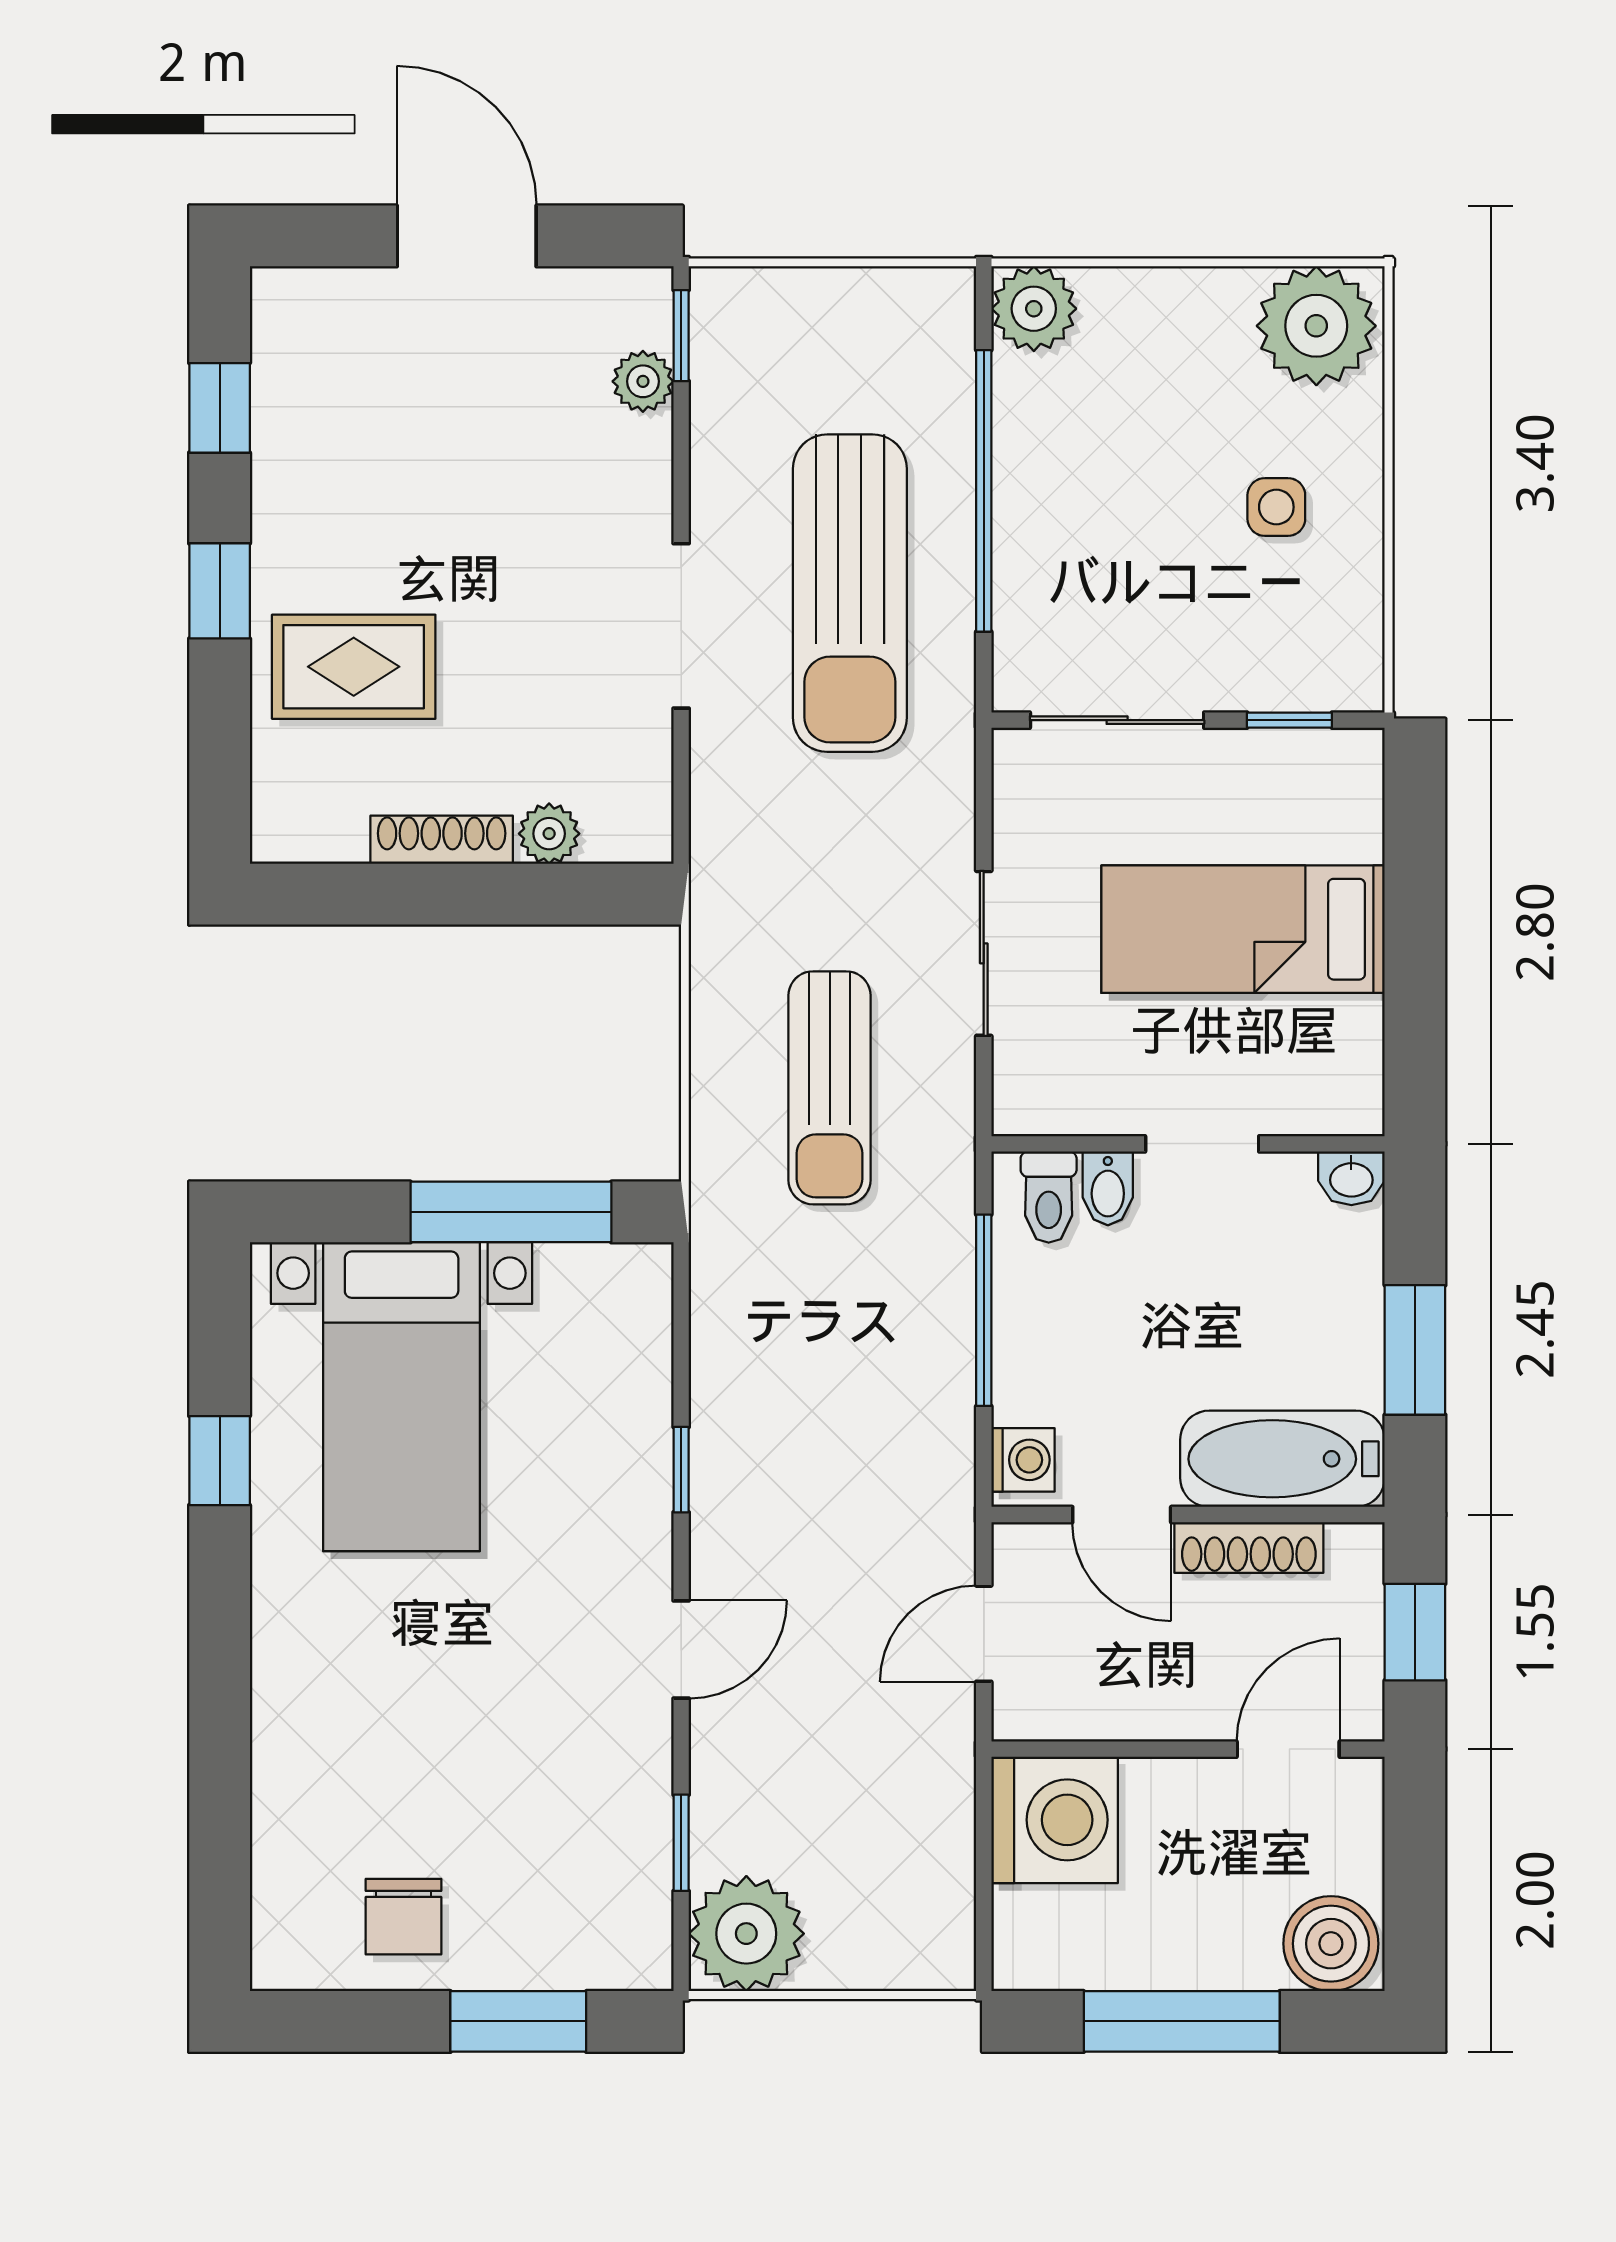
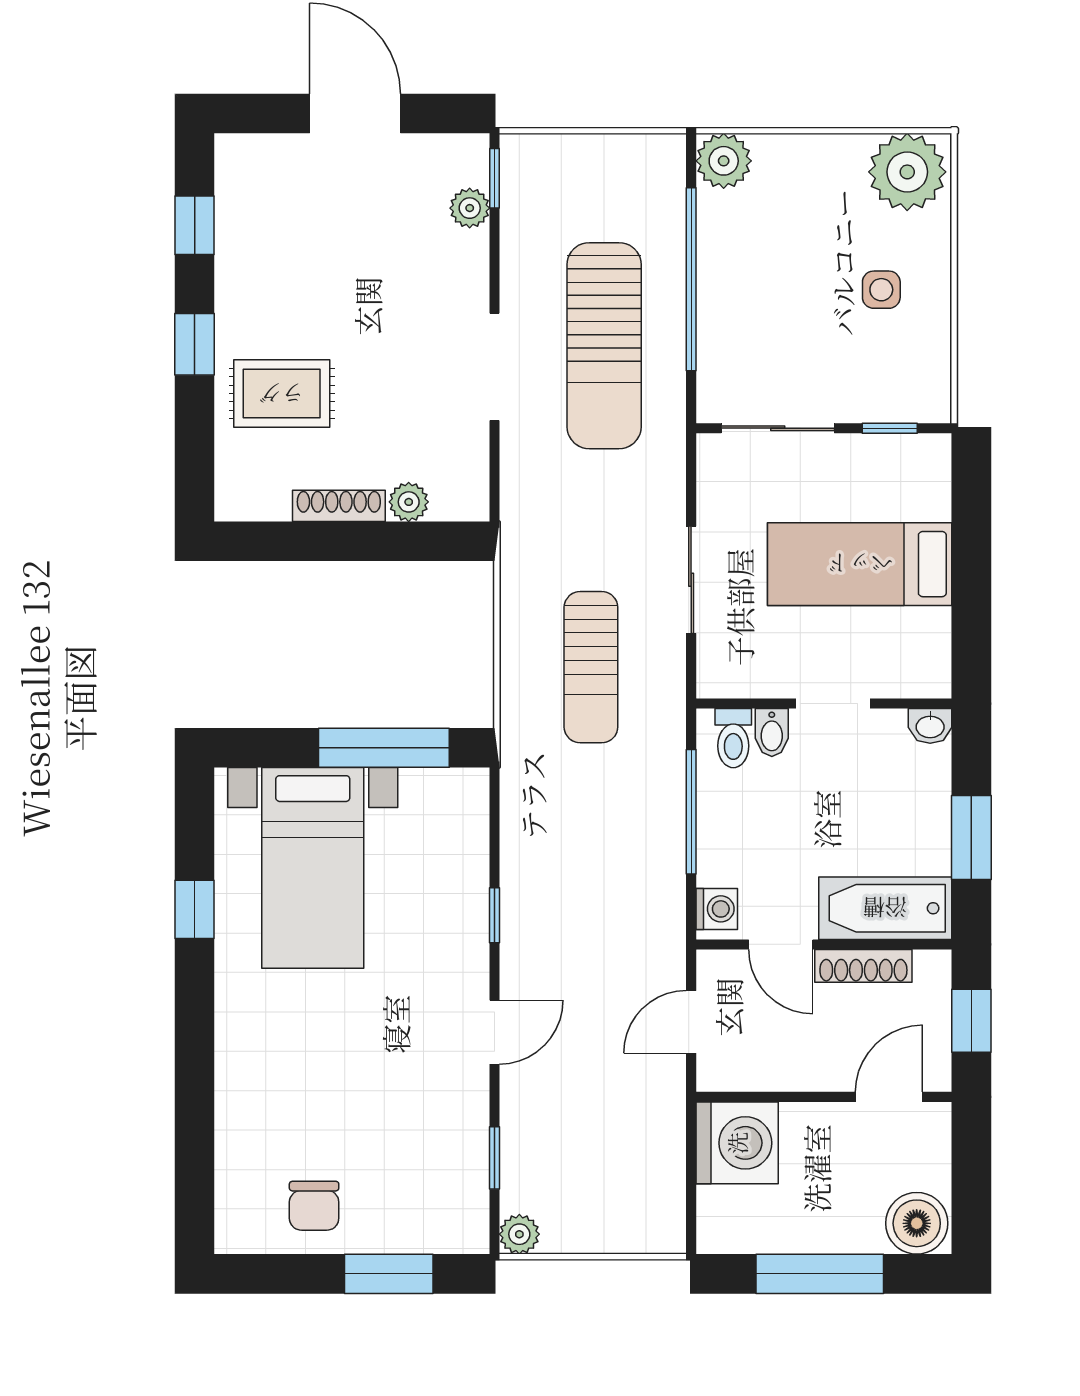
plant: (746, 1934) -> (519, 1234), width x0.53, depth x0.53

